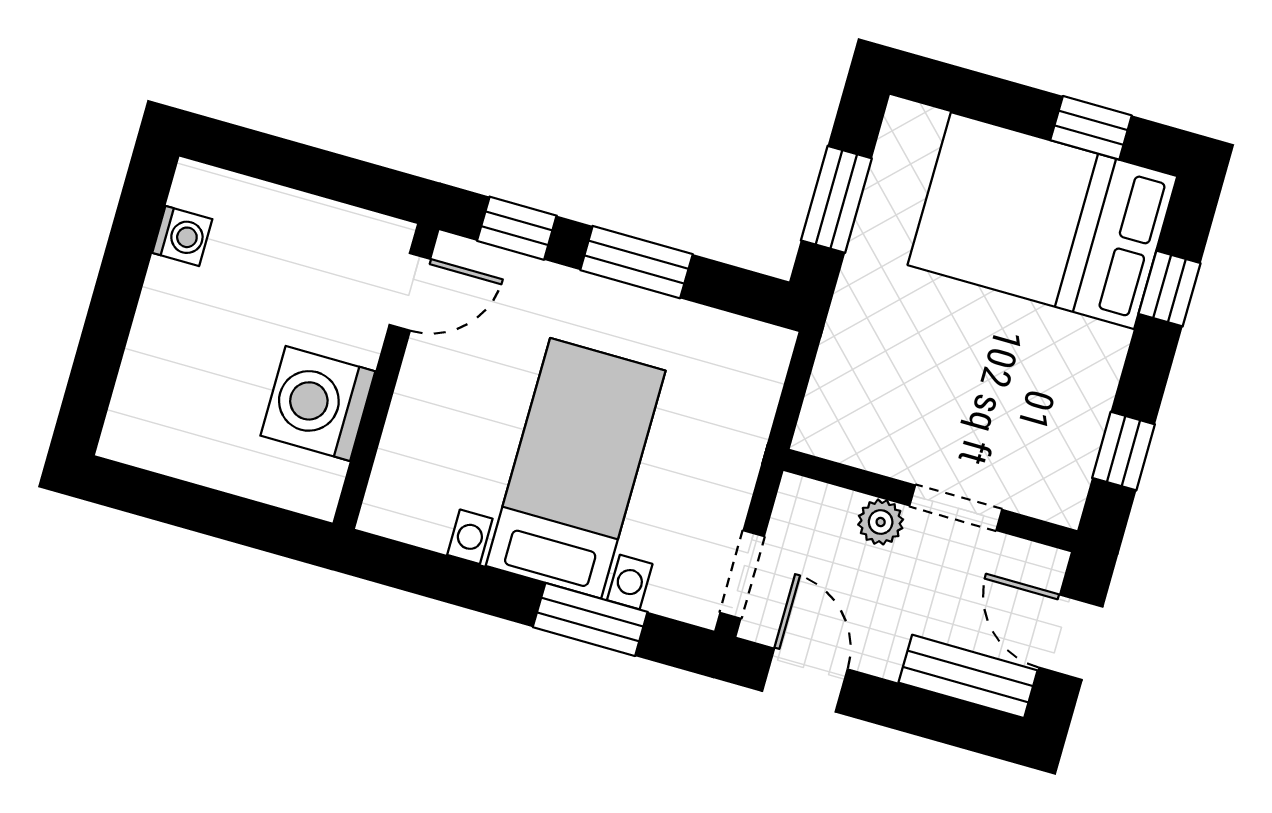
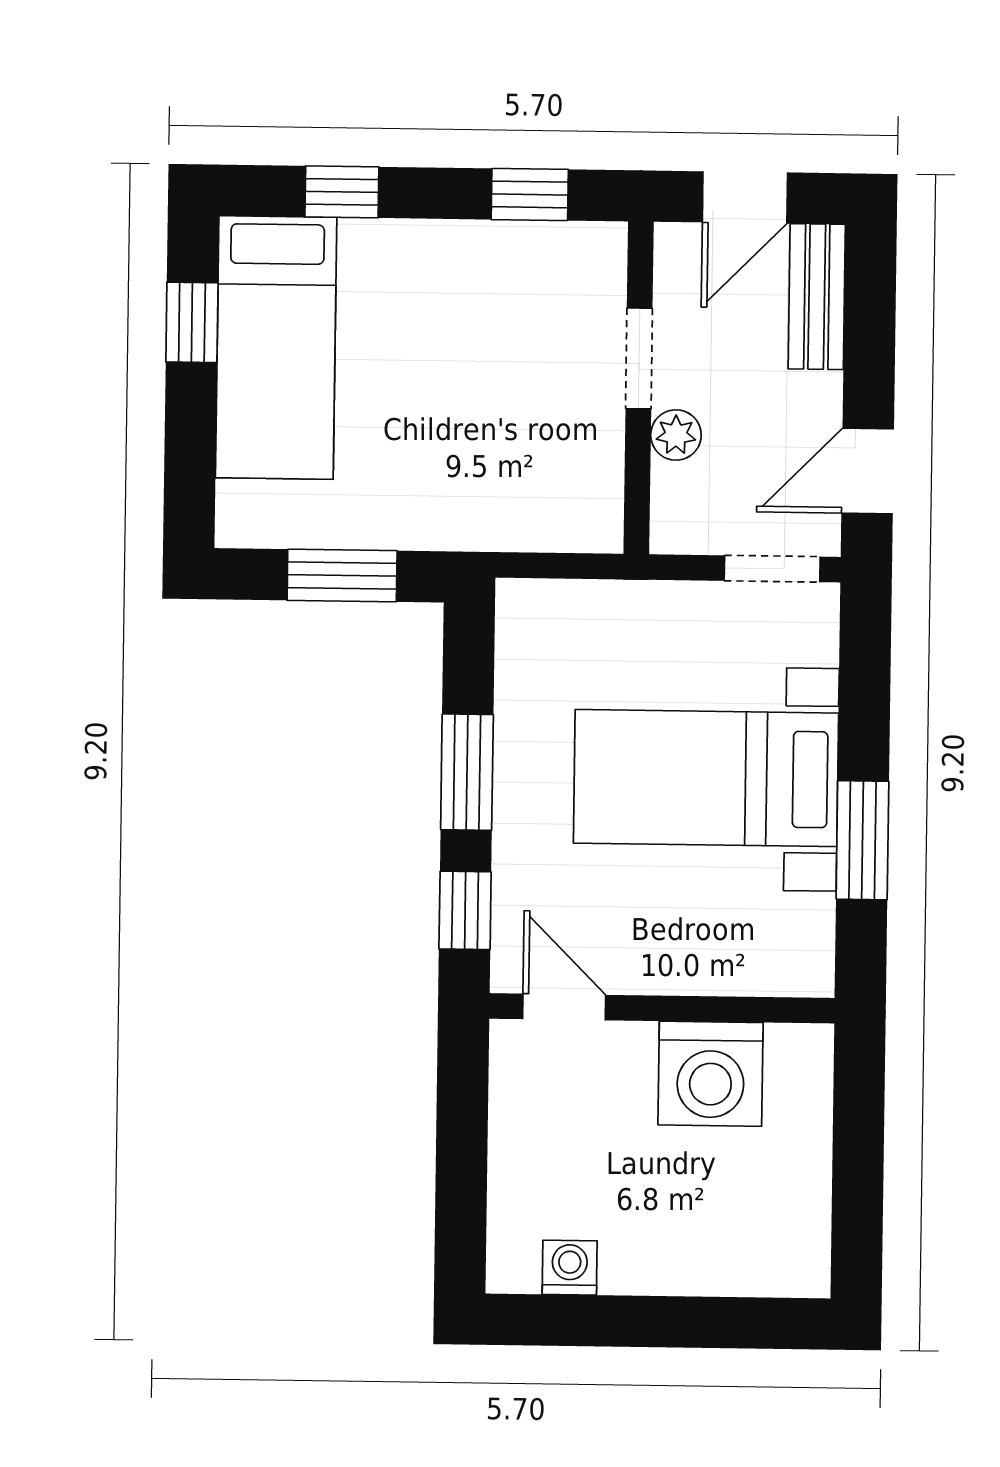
bed: (1042, 221) -> (276, 348), width x0.67
window: (590, 619) -> (862, 840), moved

